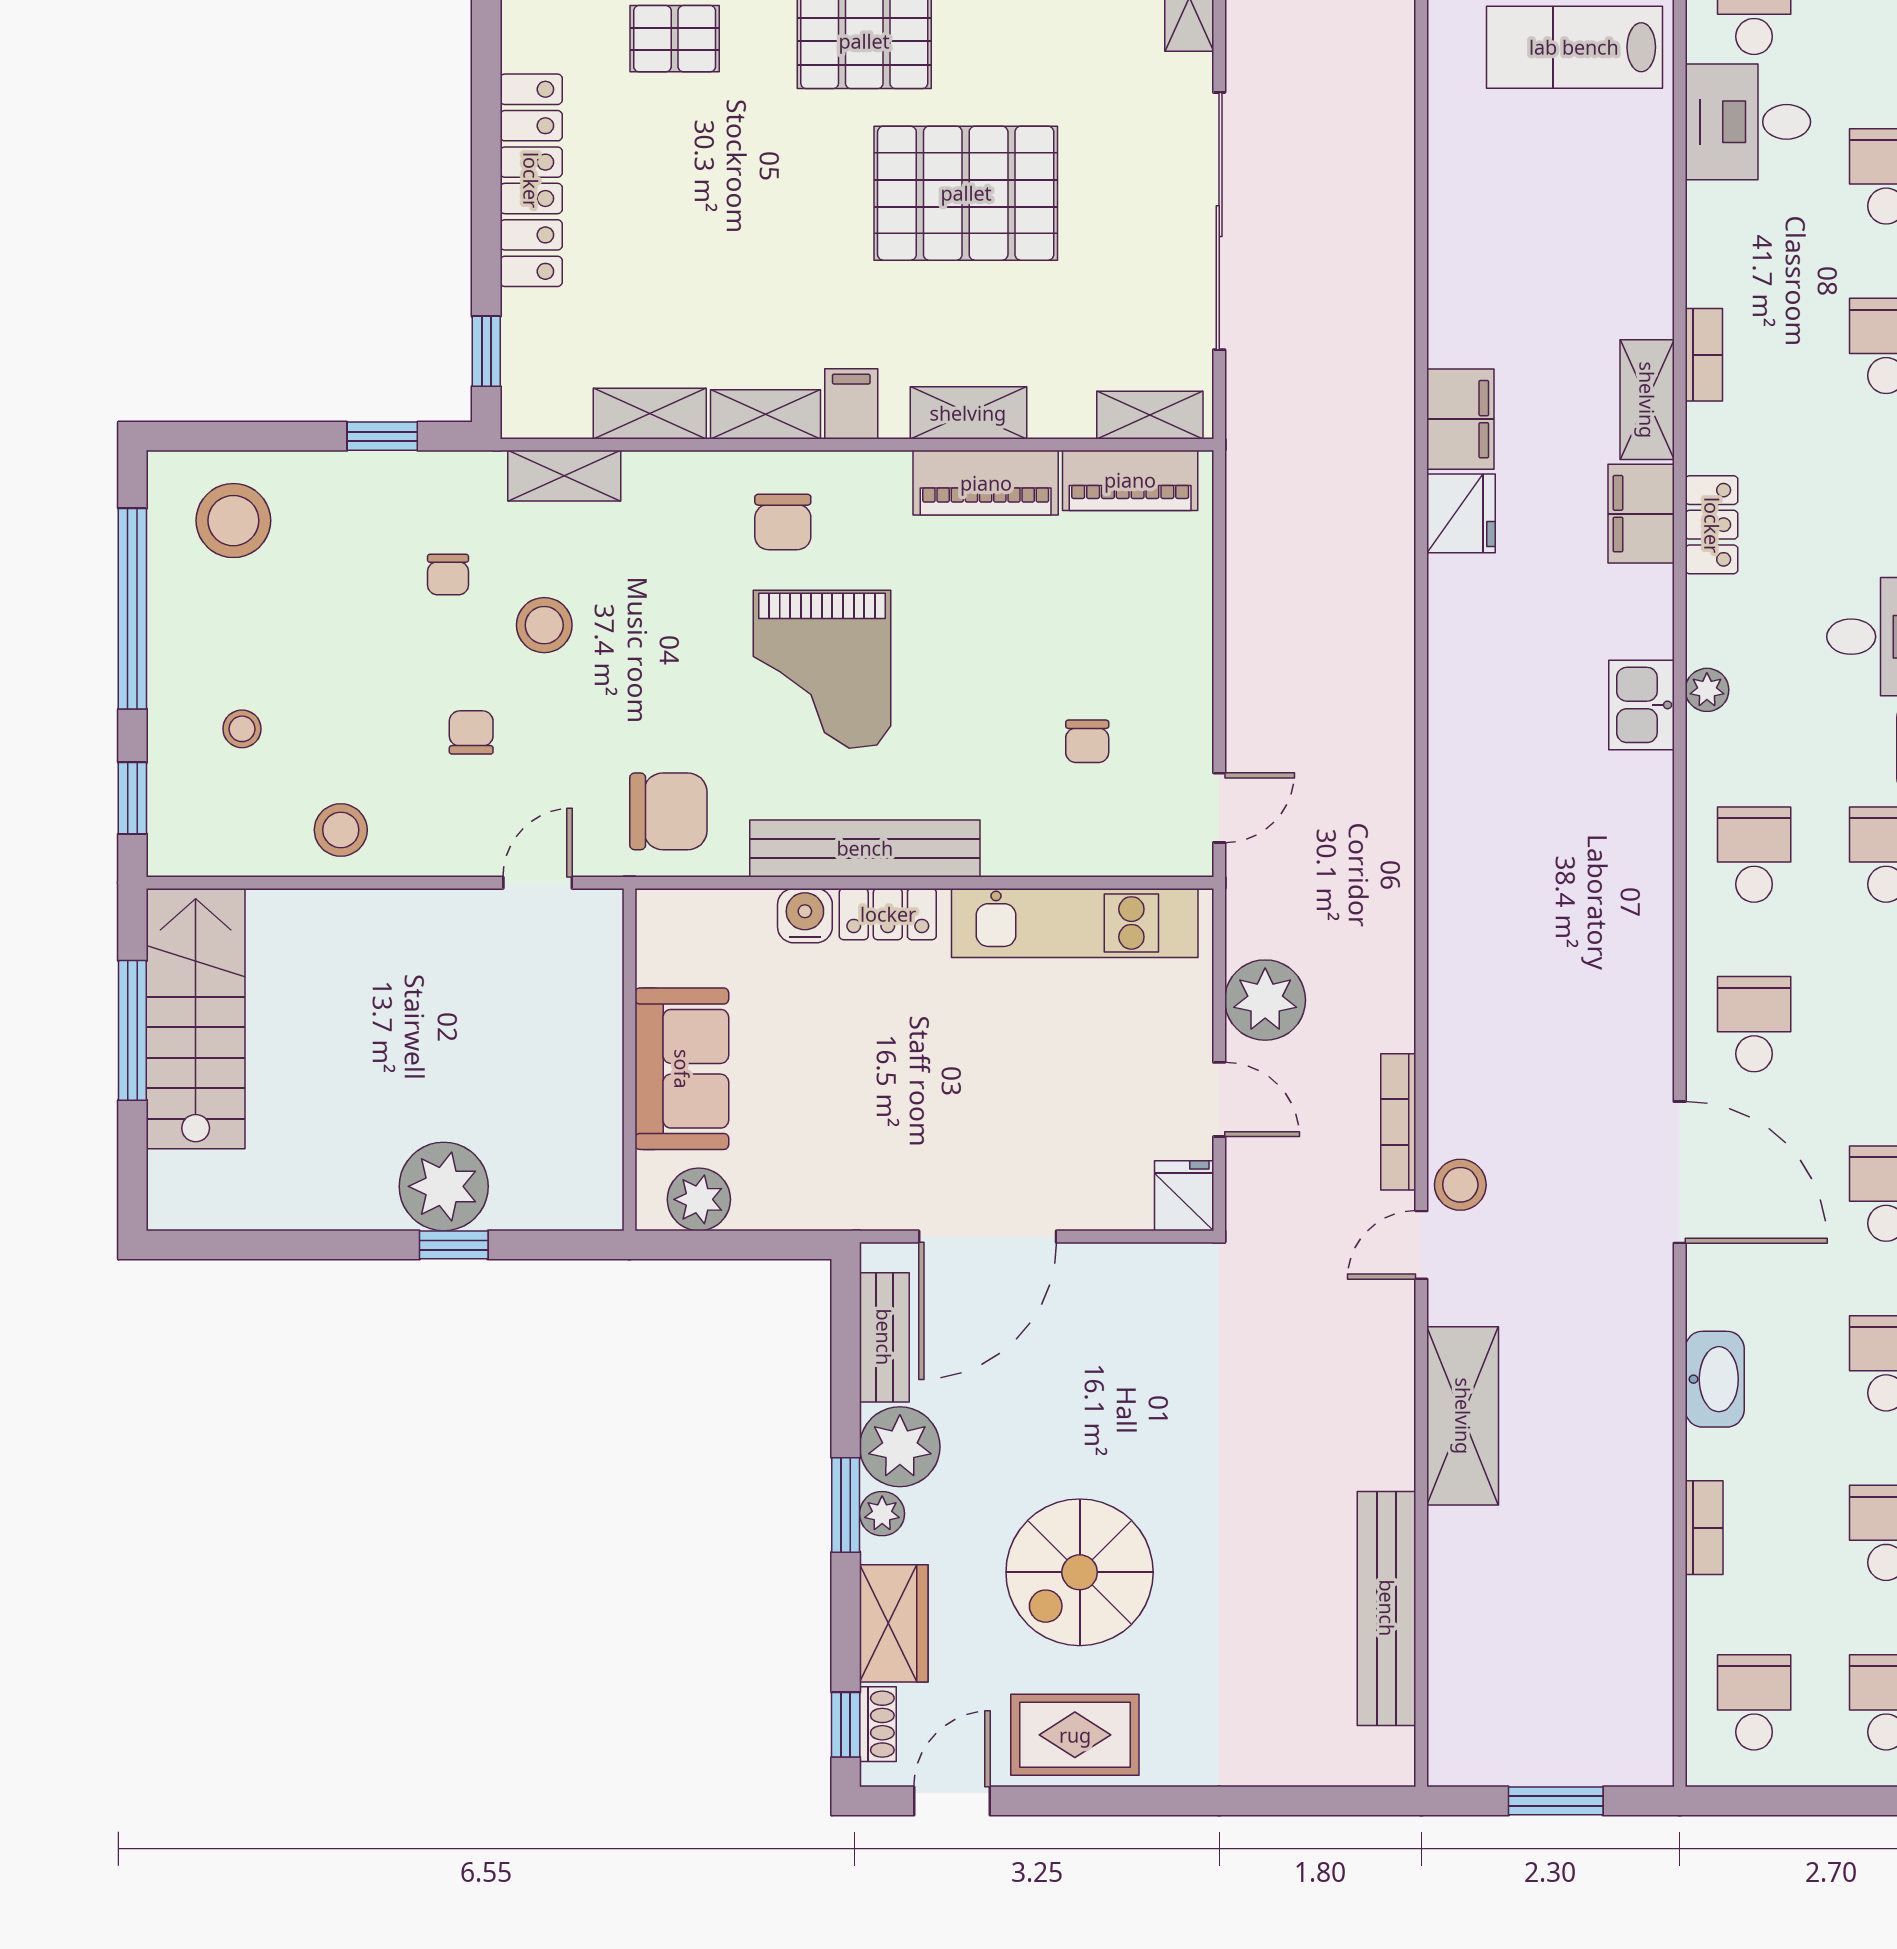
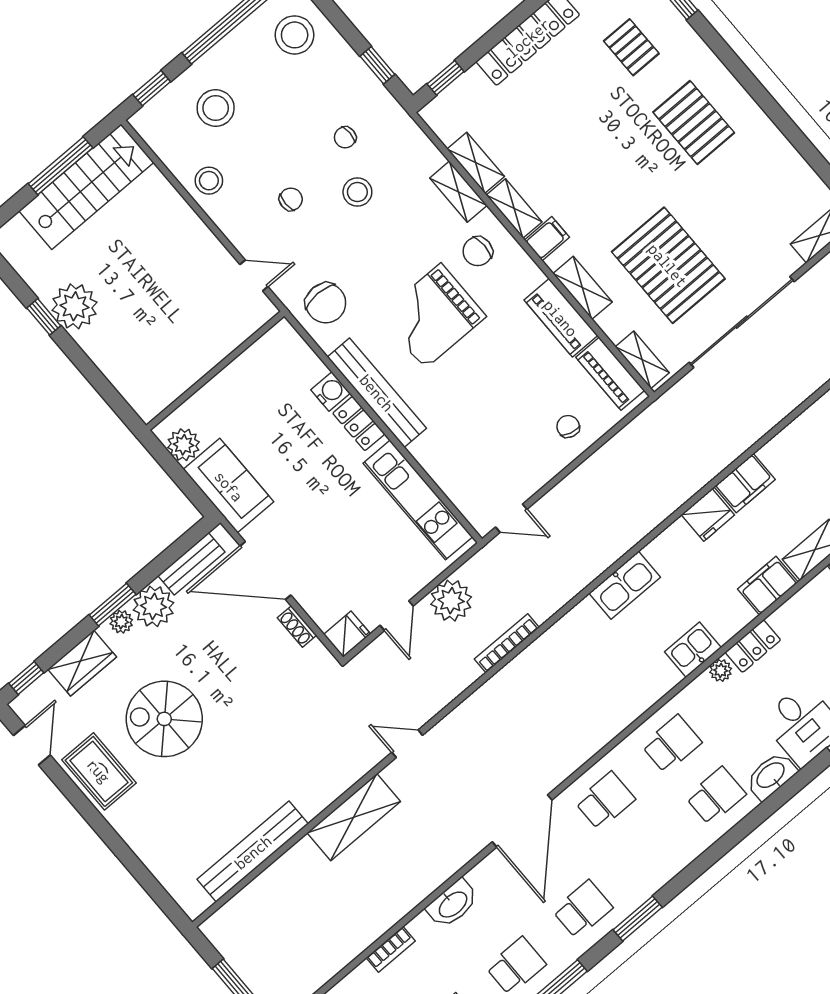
pallet: (966, 193) -> (668, 265), moved
shelving: (564, 476) -> (458, 192), moved
locker: (1712, 525) -> (753, 646), moved
kitchen sink: (1460, 725) -> (625, 585), added
stool: (242, 729) -> (216, 108), width x1.89, depth x1.89
chair: (1087, 741) -> (568, 426), moved, turned 105
sofa: (682, 1069) -> (229, 486), moved, turned -90
bookcase: (1398, 1122) -> (507, 643), moved
stool: (1460, 1185) -> (444, 739), removed
plant: (444, 1186) -> (74, 306), moved
window: (454, 1245) -> (44, 317), moved
shoe rack: (878, 1724) -> (297, 627), moved, turned 90
door: (952, 1801) -> (32, 745), hinge flipped

